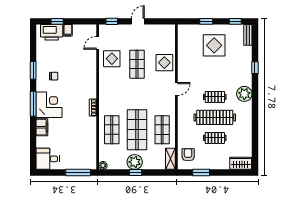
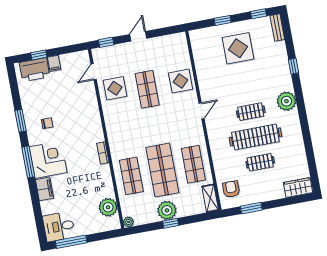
plant: (89, 151) -> (108, 207), added
window: (78, 173) -> (71, 242), moved

